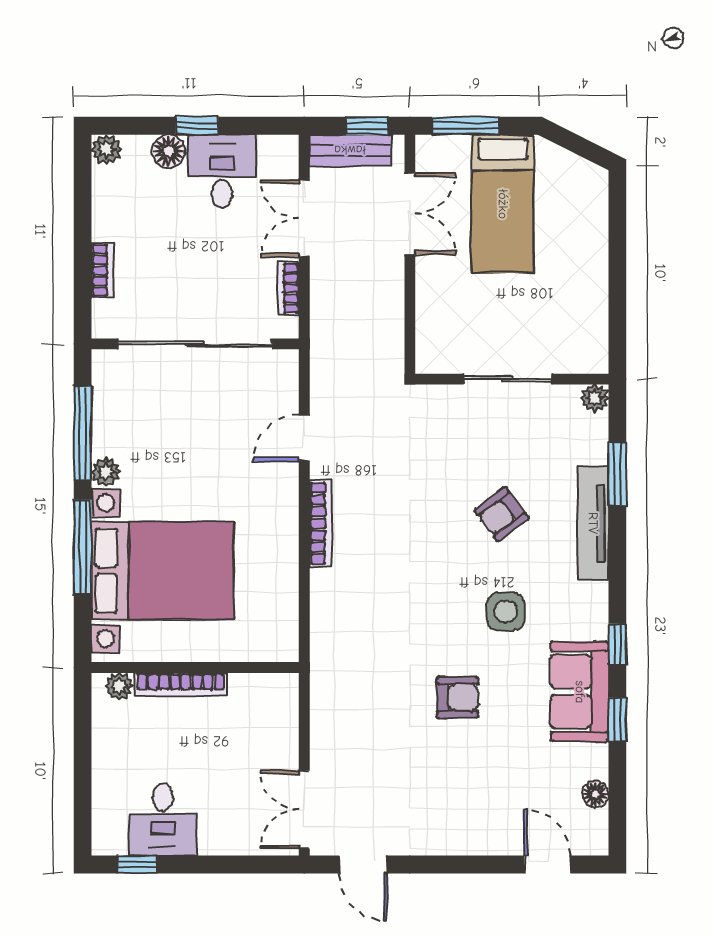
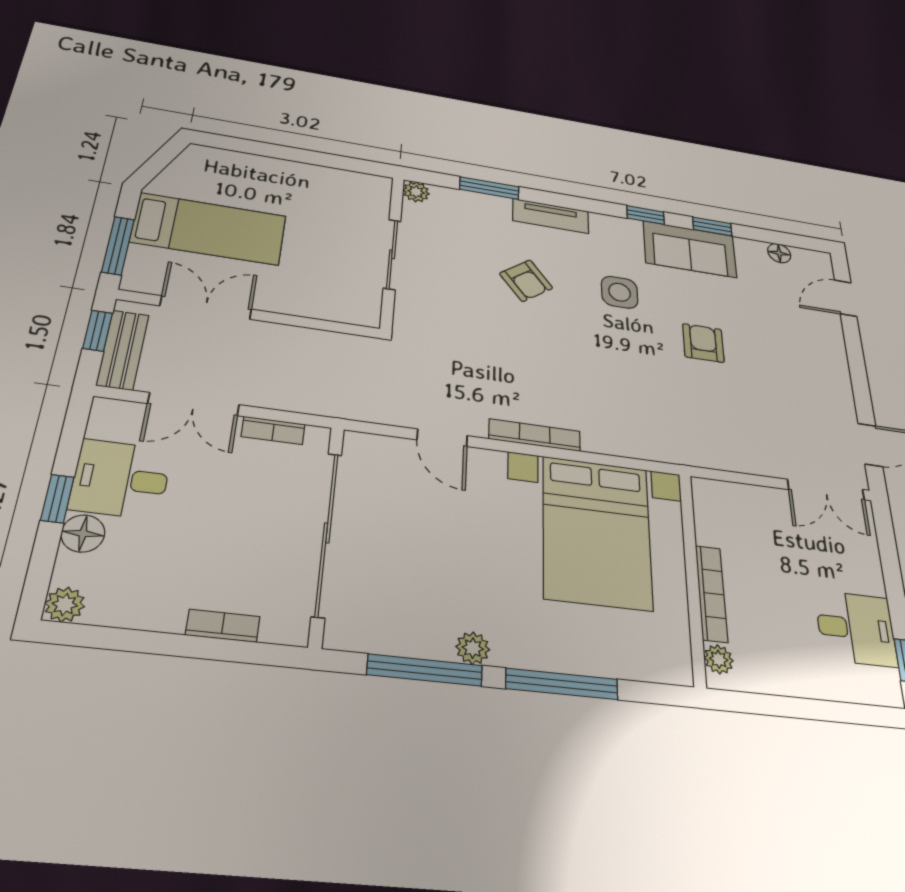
tv unit: (593, 523) -> (551, 216), width x0.71
bed with nightstands: (163, 571) -> (597, 532), moved, turned 180

